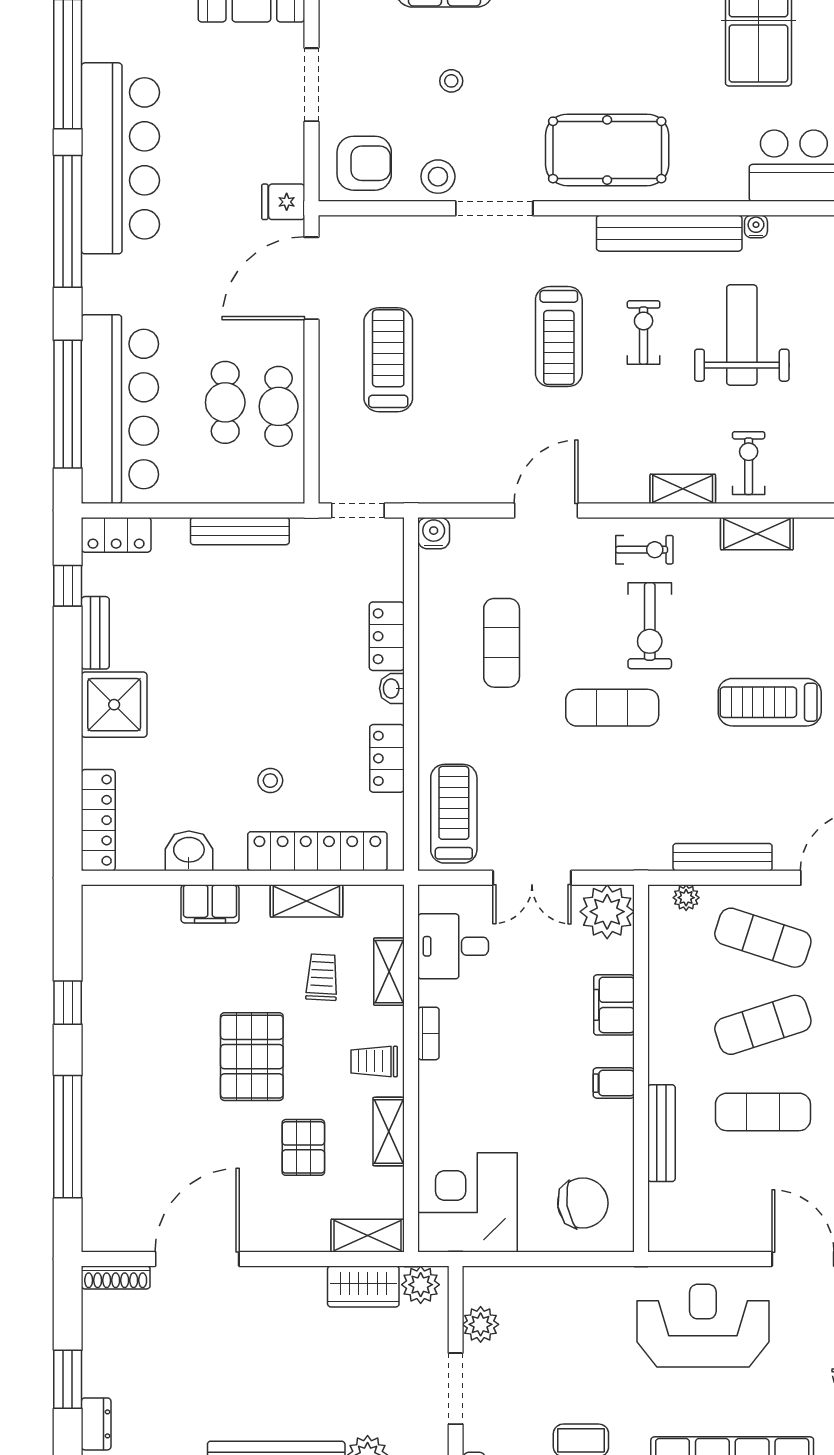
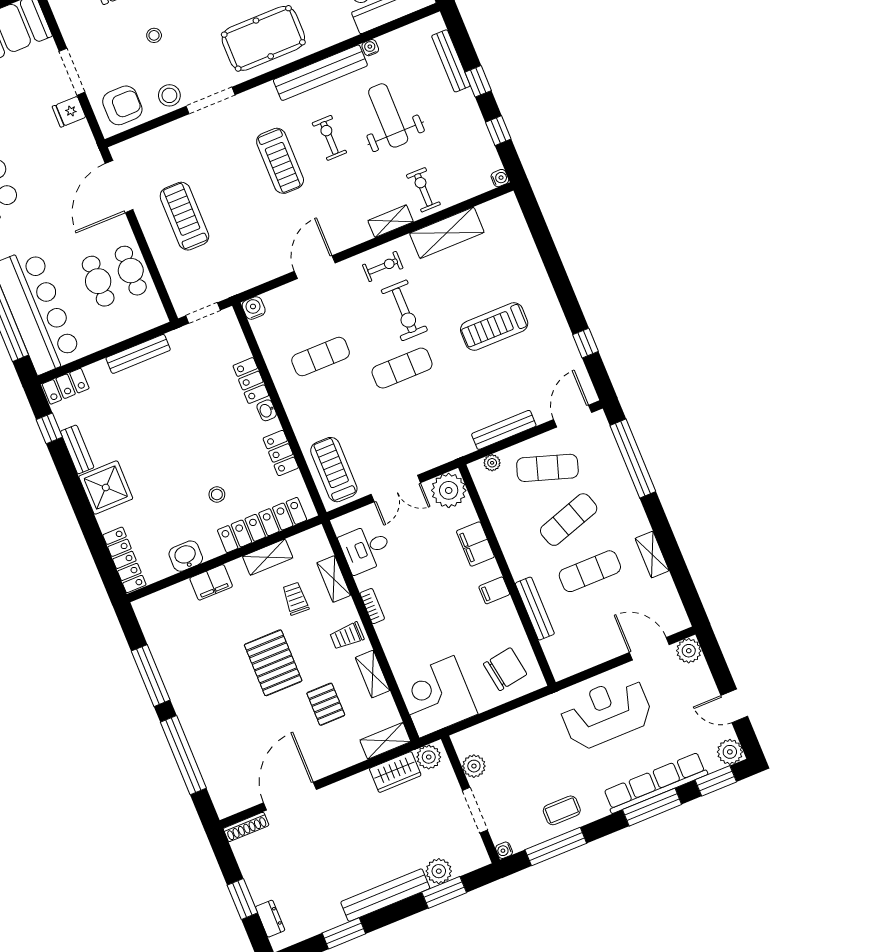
fridge: (283, 202) -> (69, 112), moved
shelving: (757, 534) -> (447, 233), width x1.50, depth x1.33
exercise mat: (502, 643) -> (321, 357), turned 90
window: (68, 1003) -> (151, 676), width x2.17

